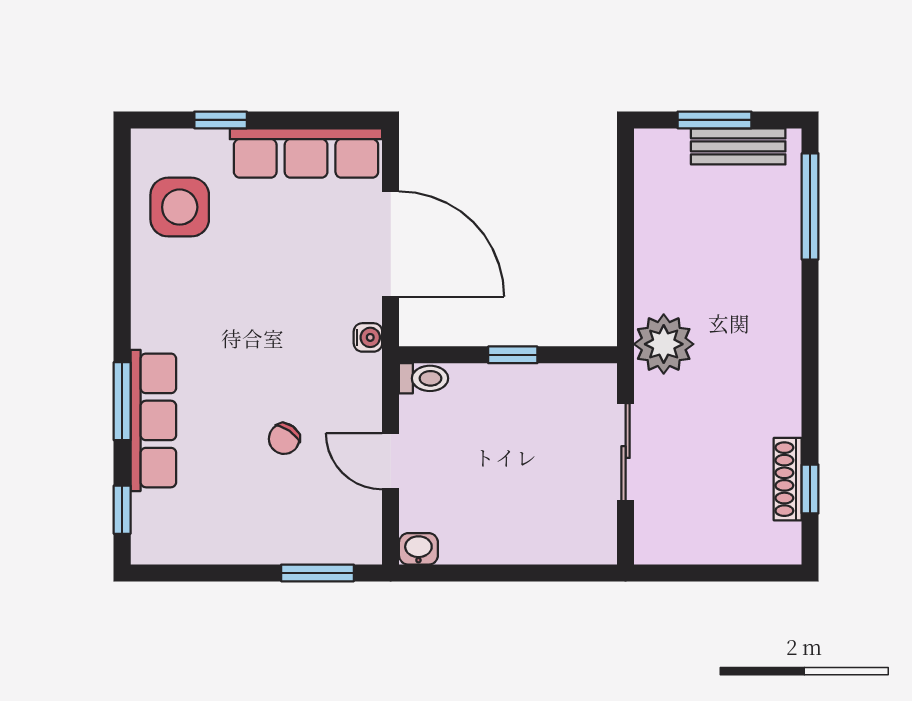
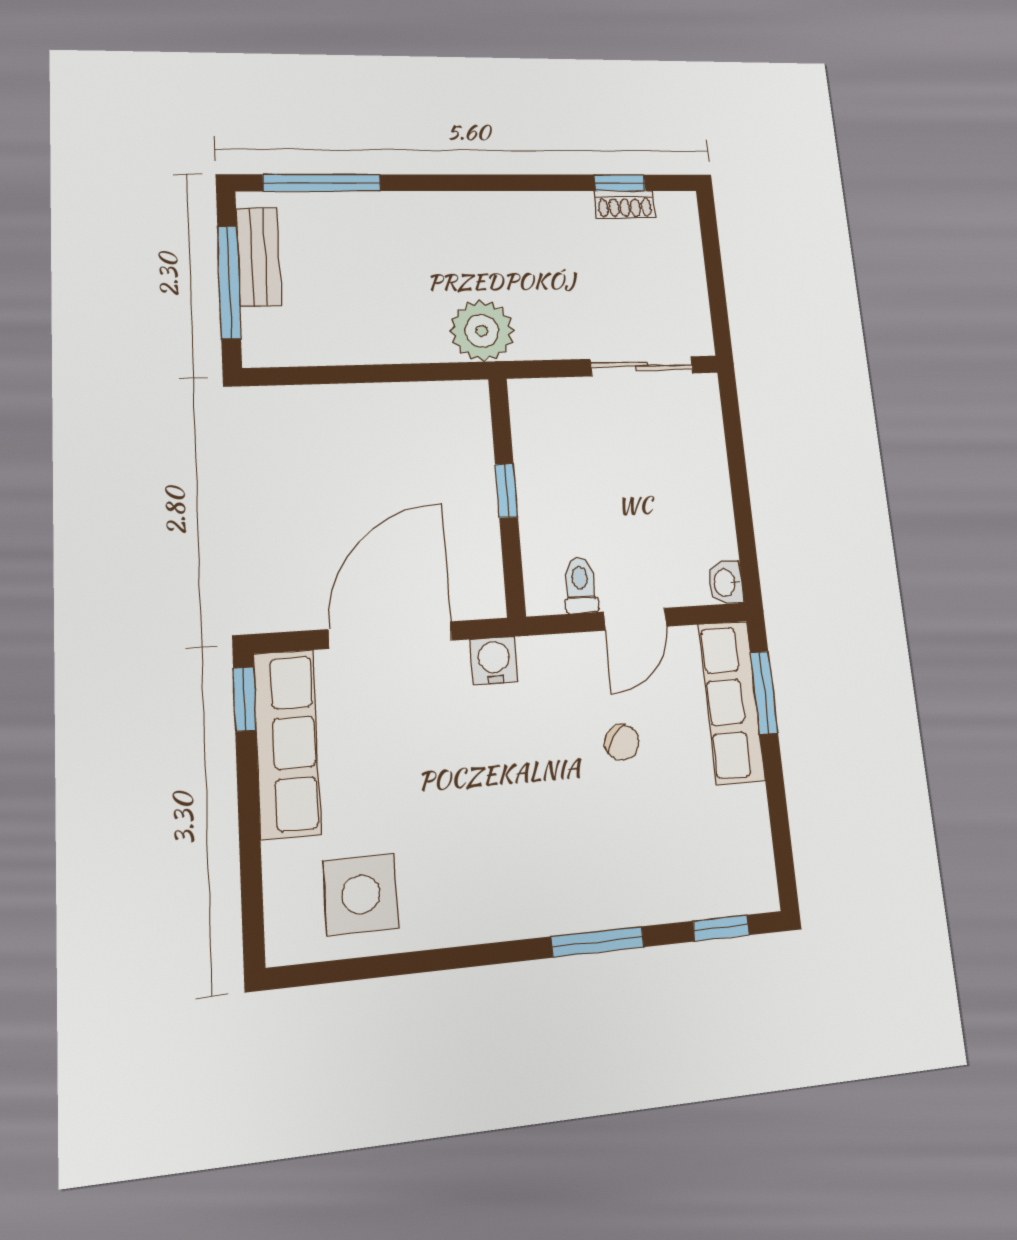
window: (221, 120) -> (245, 699), moved
window: (715, 120) -> (229, 282), width x1.44
water cooler: (368, 337) -> (494, 661), width x1.38, depth x1.38
toilet: (424, 378) -> (580, 586), moved
row of seats: (153, 420) -> (731, 702), moved, turned -90
sliding door: (626, 452) -> (642, 366), moved
shoe rack: (788, 479) -> (624, 204), width x0.70

